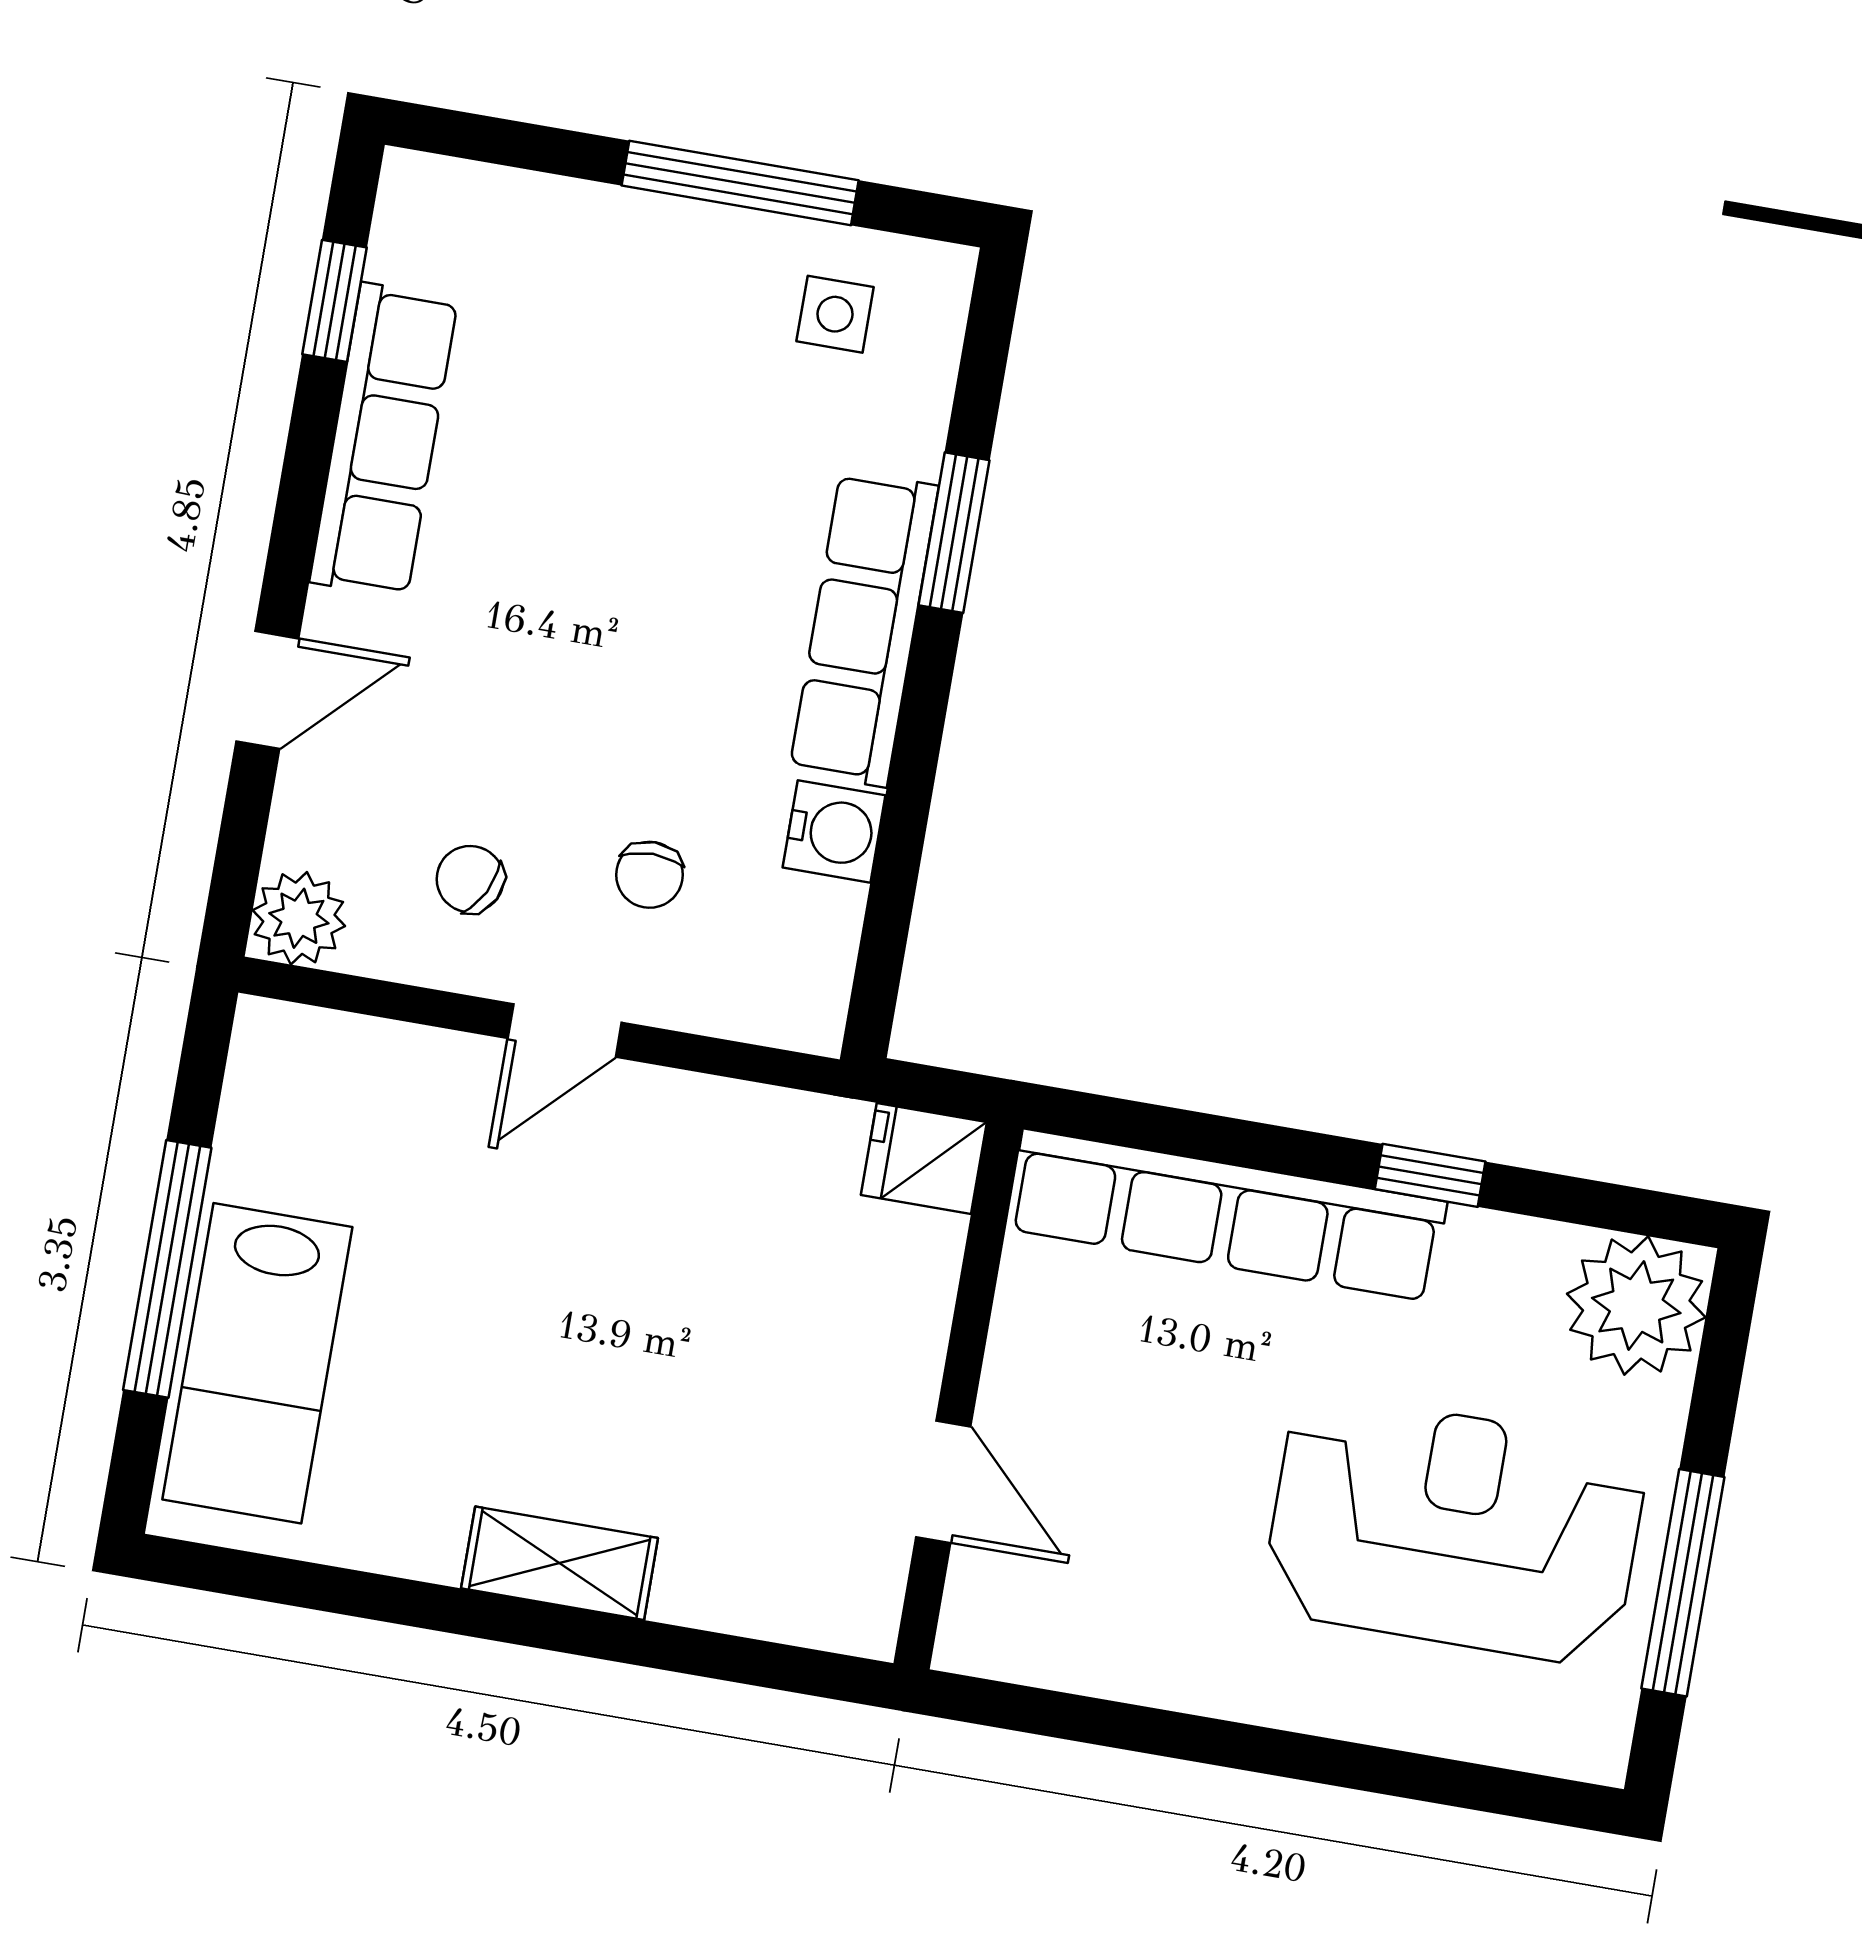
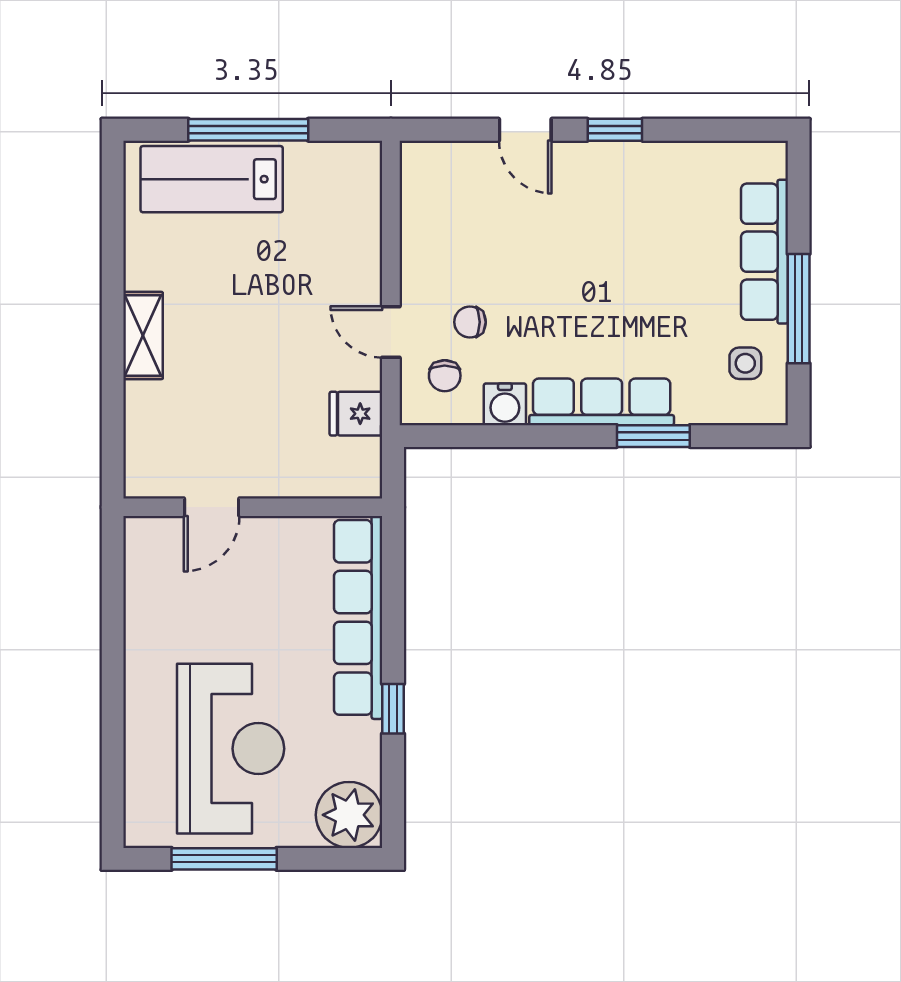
window: (335, 301) -> (615, 130), moved
row of seats: (384, 440) -> (765, 252), moved, turned 90
chair: (470, 879) -> (445, 376), moved, turned 153
plant: (299, 918) -> (422, 163), removed
door: (565, 1030) -> (391, 332), moved
fridge: (924, 1159) -> (356, 414), moved, turned -90

